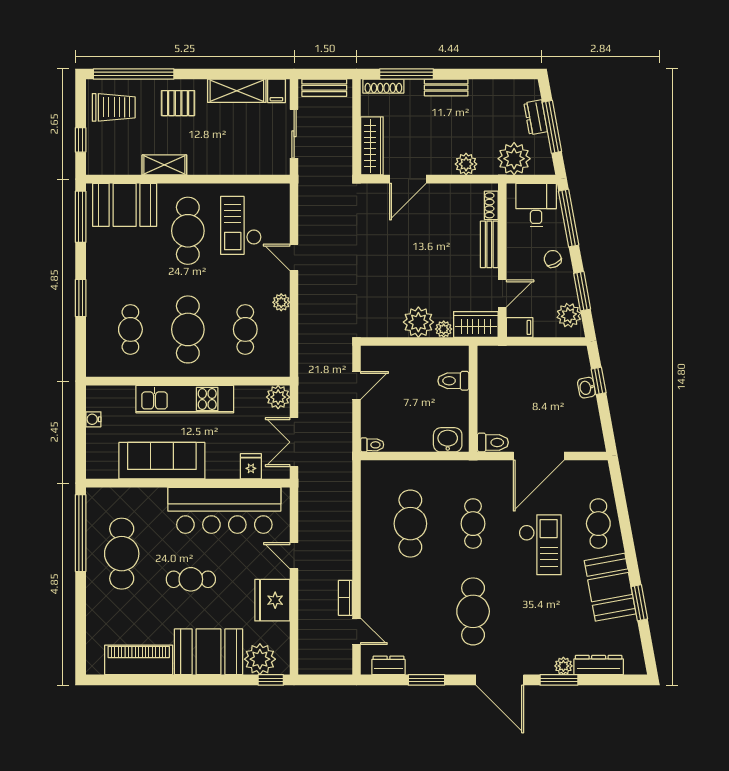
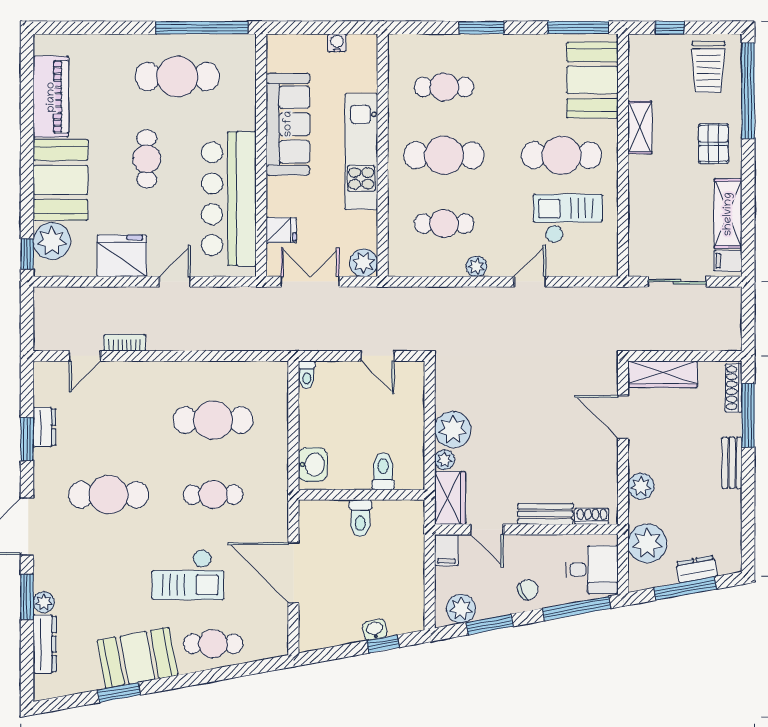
bench: (324, 88) -> (732, 318), removed
toilet: (493, 442) -> (360, 518), moved
dresser: (388, 665) -> (44, 427), moved

